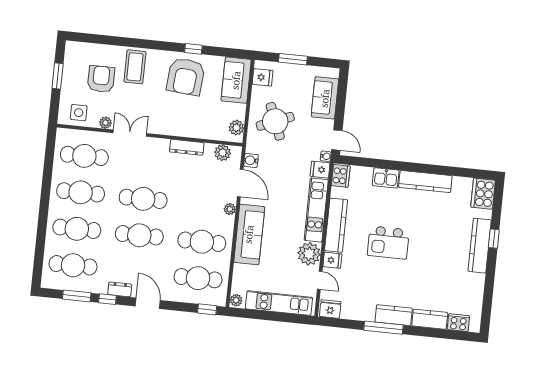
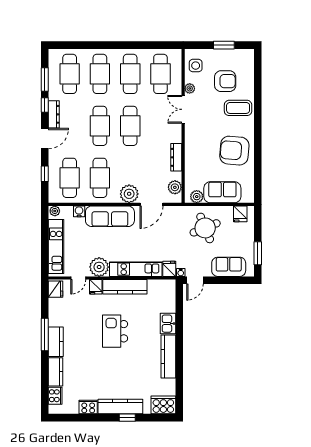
window: (193, 49) -> (258, 154), removed
window: (293, 59) -> (258, 253), moved
sofa: (236, 80) -> (222, 192), moved
double door: (130, 133) -> (183, 109), swing flipped
water cooler: (251, 160) -> (79, 211), moved
cooker: (341, 176) -> (88, 407), moved, turned 180
plant: (230, 209) -> (129, 194), width x1.88, depth x1.88
dresser: (120, 289) -> (54, 114), width x1.44
window: (207, 309) -> (45, 174), moved

